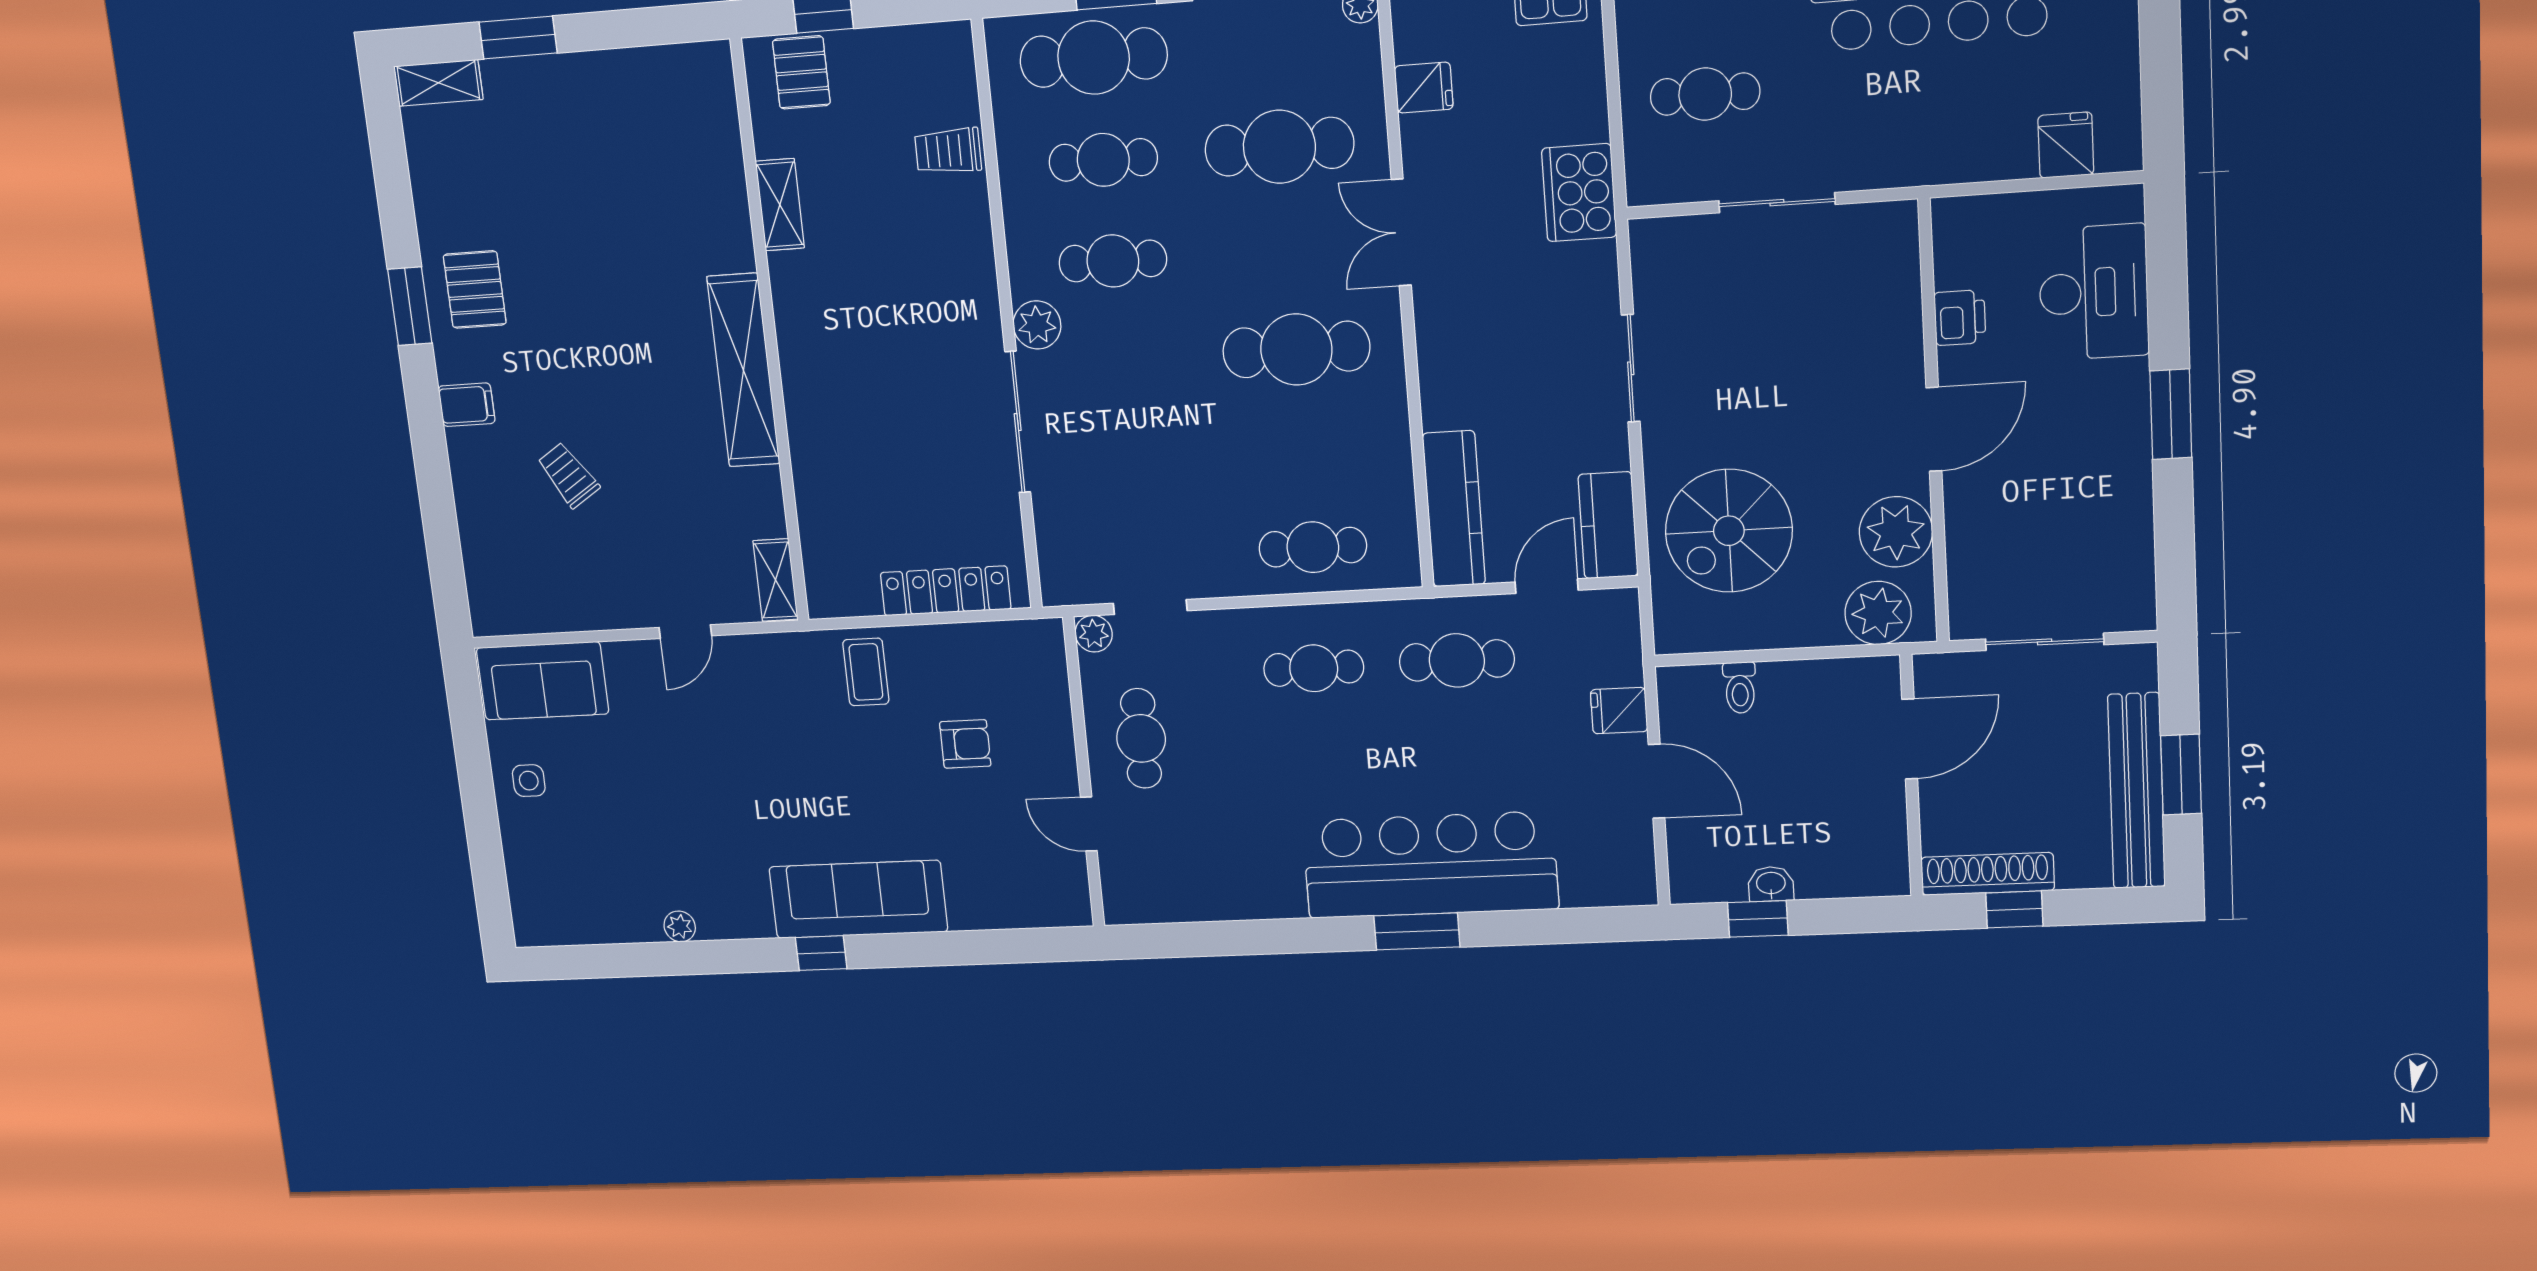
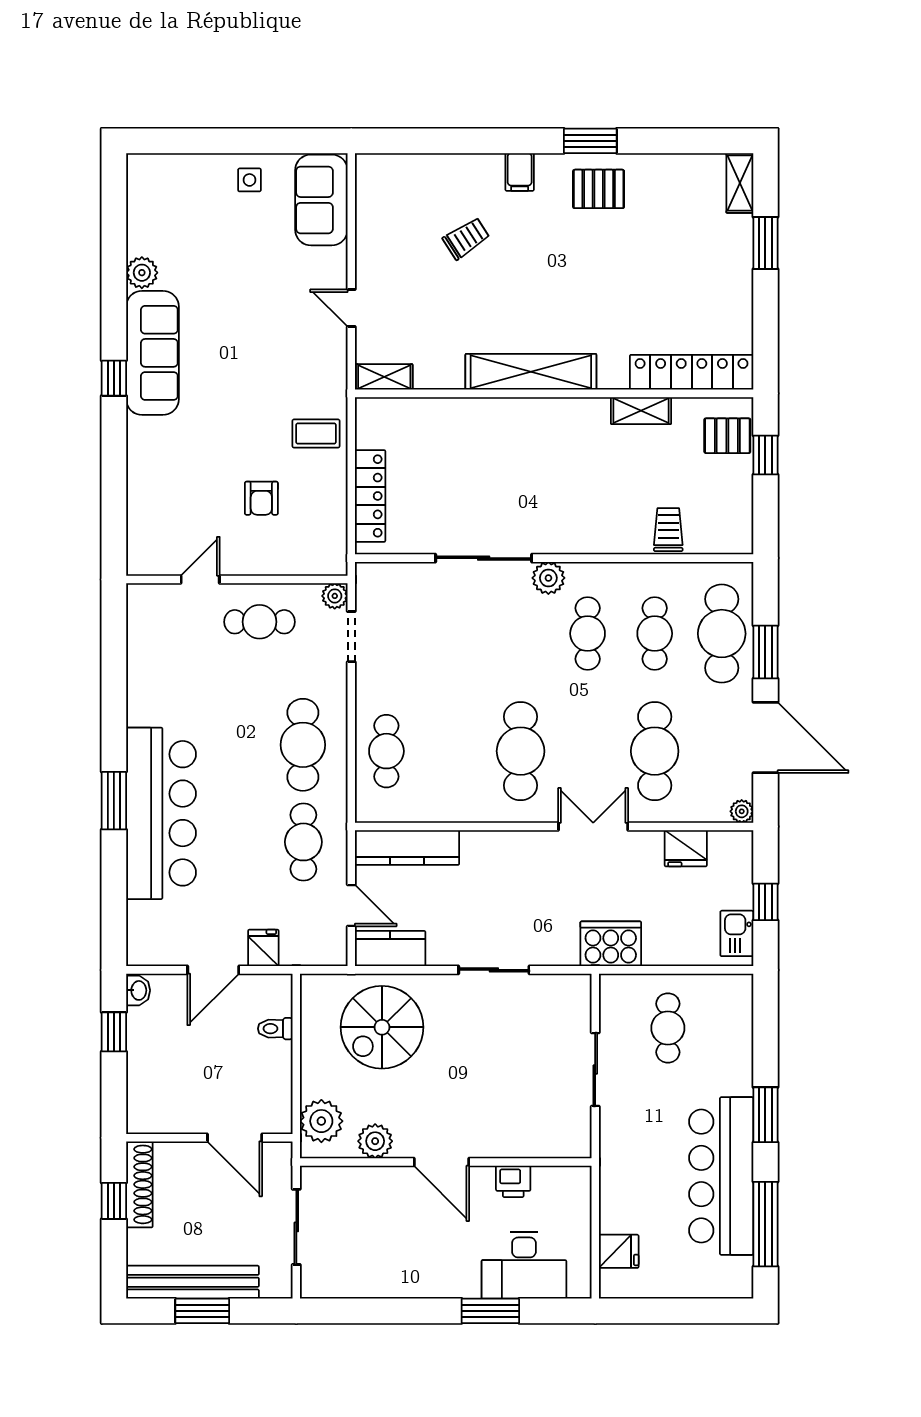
fridge: (1424, 88) -> (686, 848), width x1.38
locker: (716, 133) -> (692, 372), added
window: (2171, 414) -> (490, 1311), moved
spiral stairs: (1729, 531) -> (382, 1027), turned -90
plant: (1896, 532) -> (375, 1141), width x0.73, depth x0.73
cafe table: (1314, 668) -> (303, 745), width x1.37, depth x1.35
washbasin: (1771, 884) -> (138, 990), moved
sofa: (858, 899) -> (152, 353), moved
plant: (680, 926) -> (142, 273), width x1.38, depth x1.38

